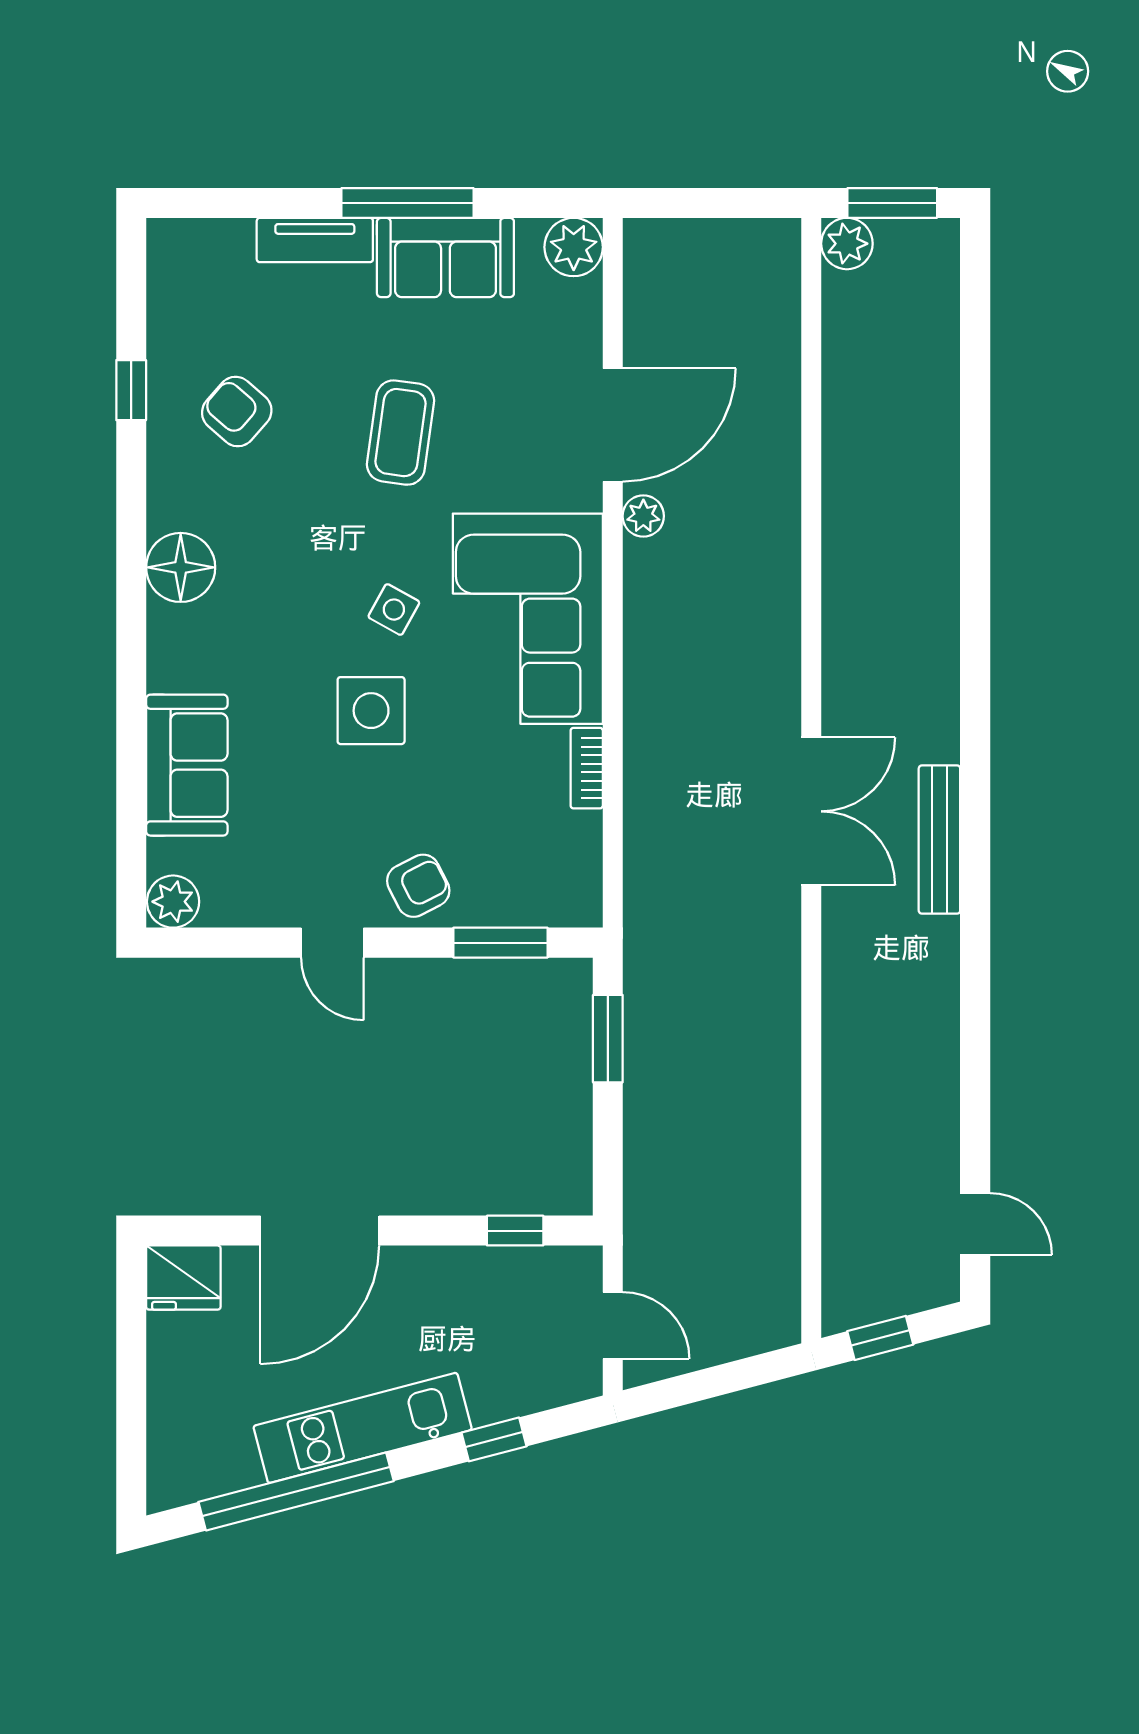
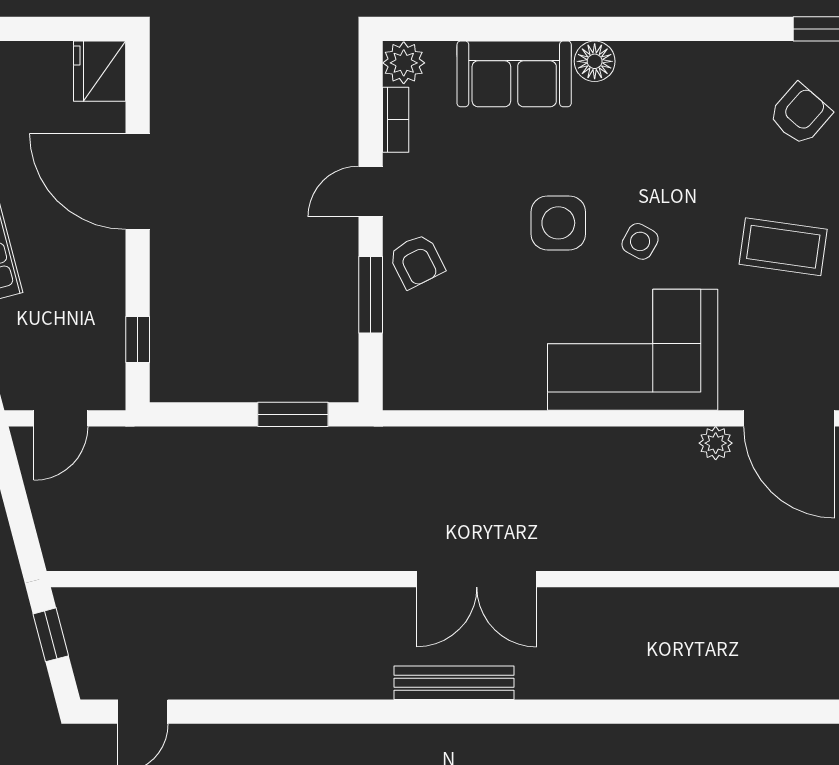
floor lamp: (181, 567) -> (595, 61), moved, width x0.73, depth x0.73
bookcase: (587, 768) -> (396, 120), moved, turned 90
window: (500, 943) -> (371, 295), moved

